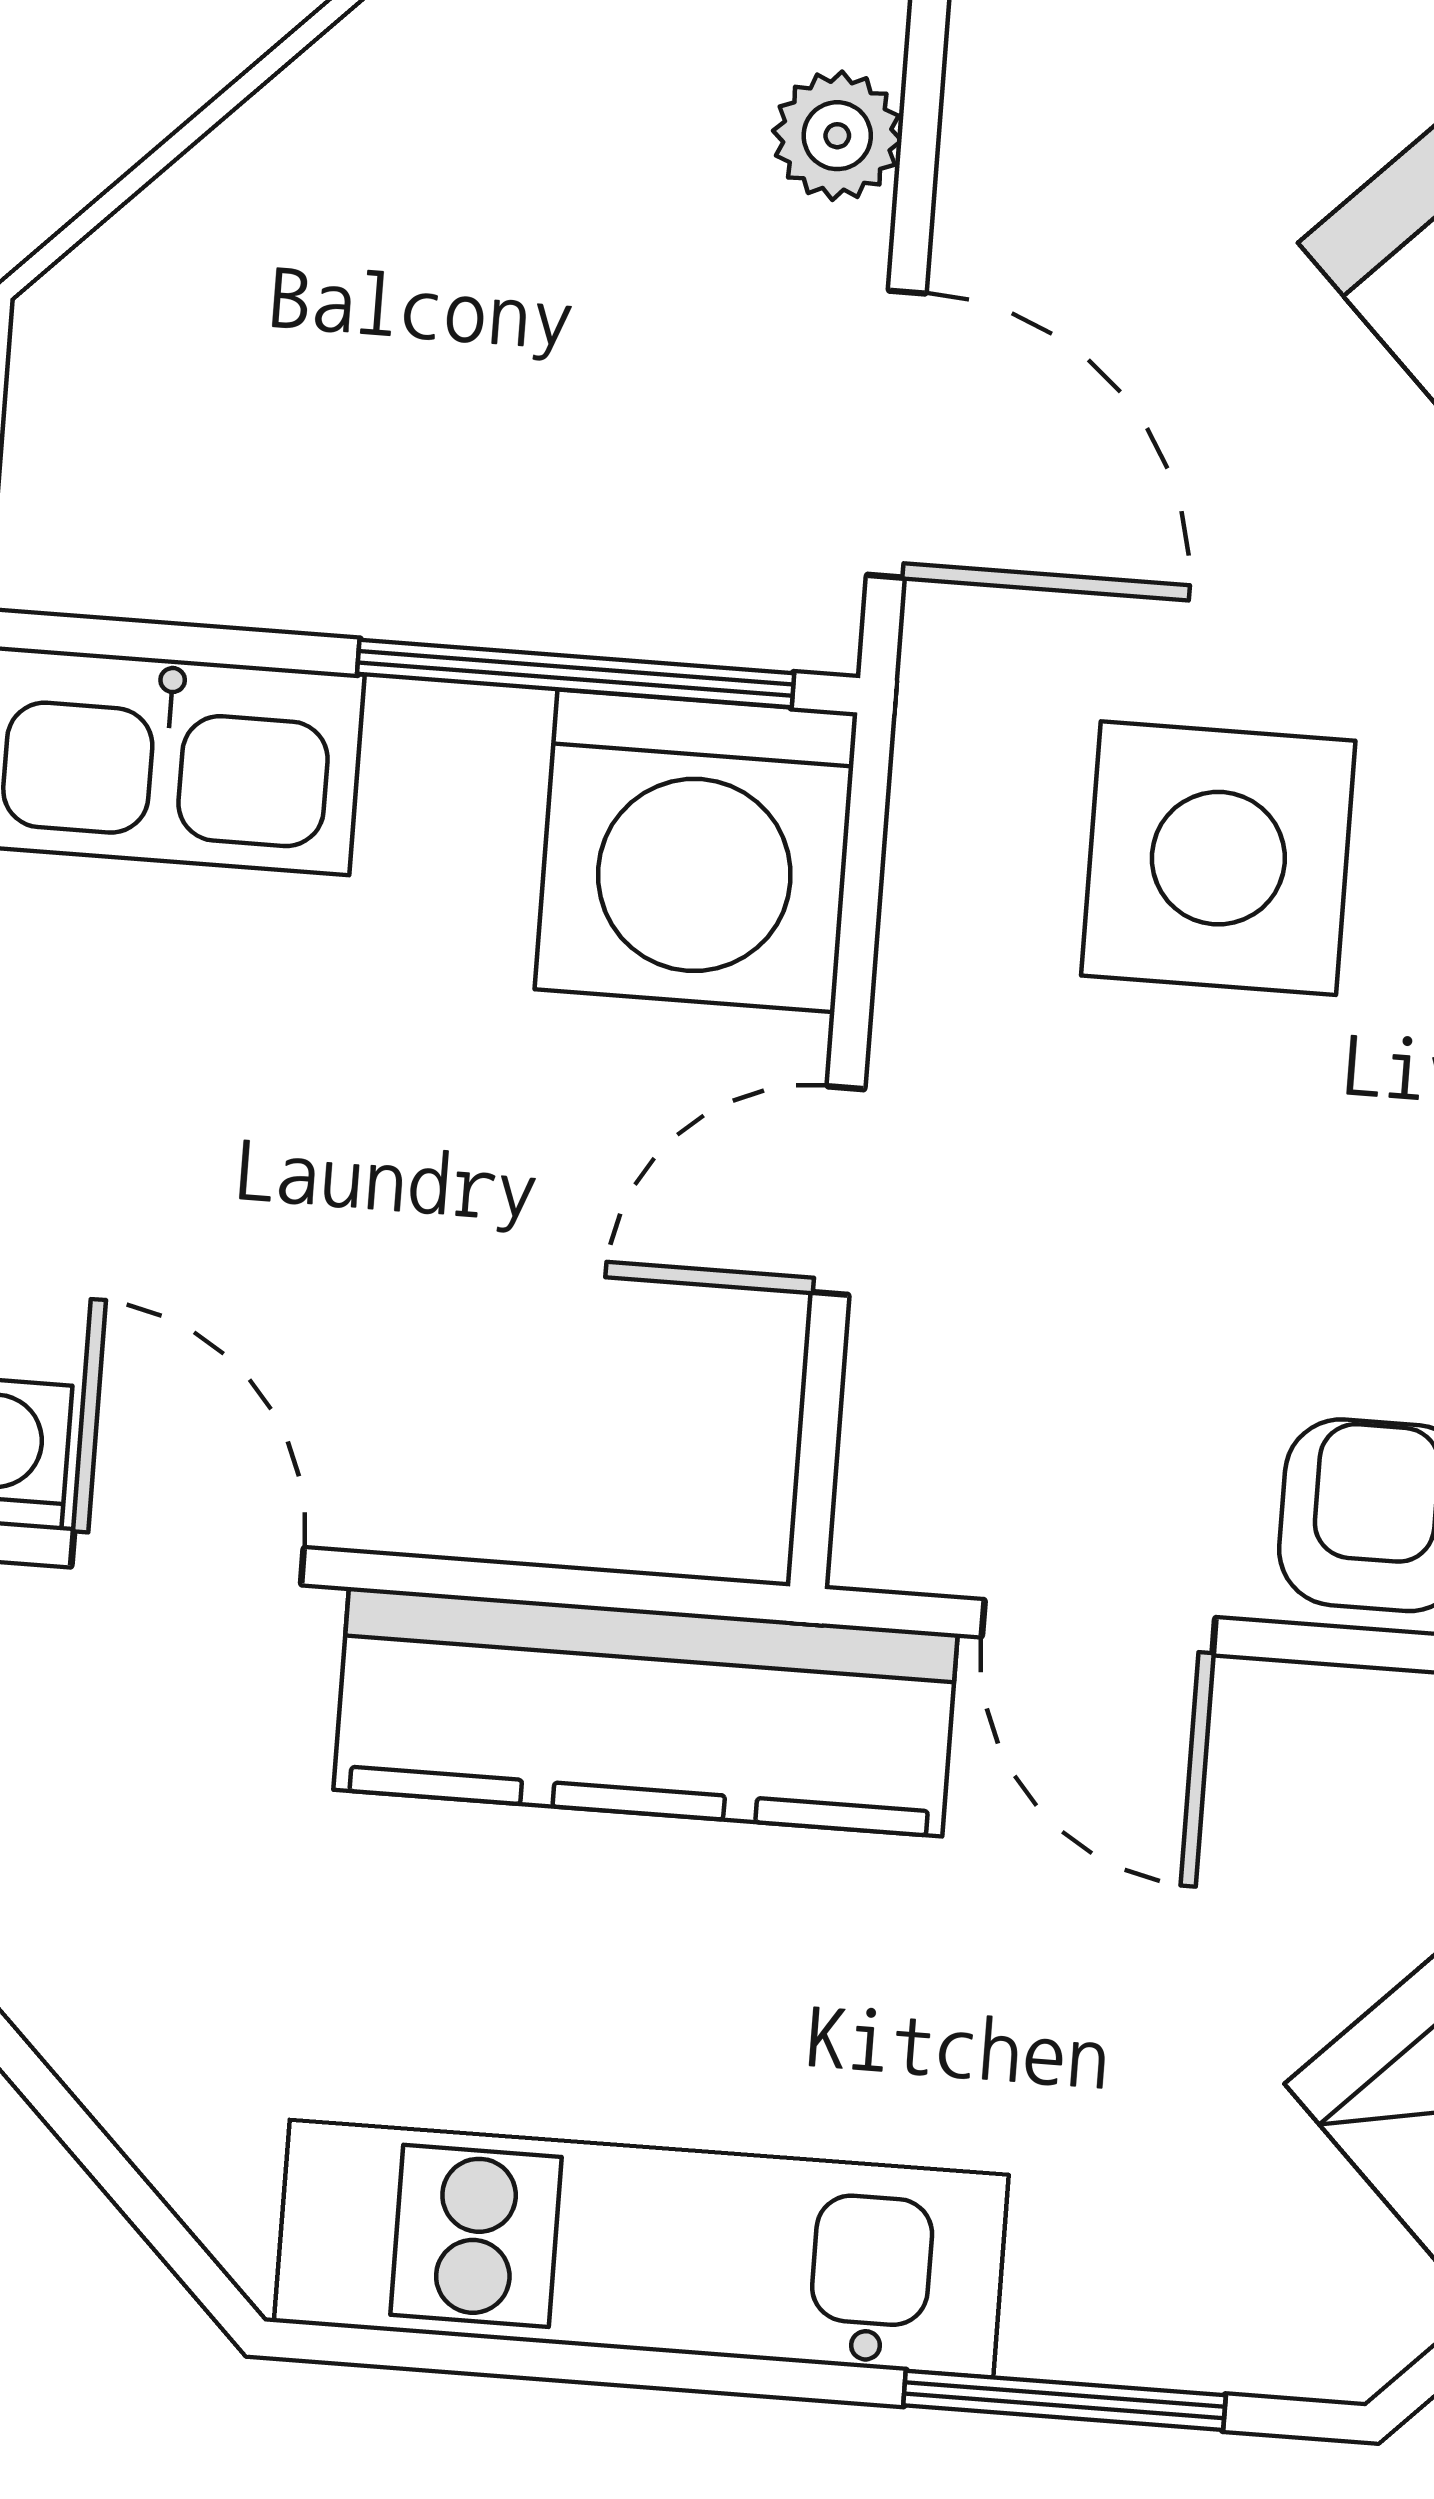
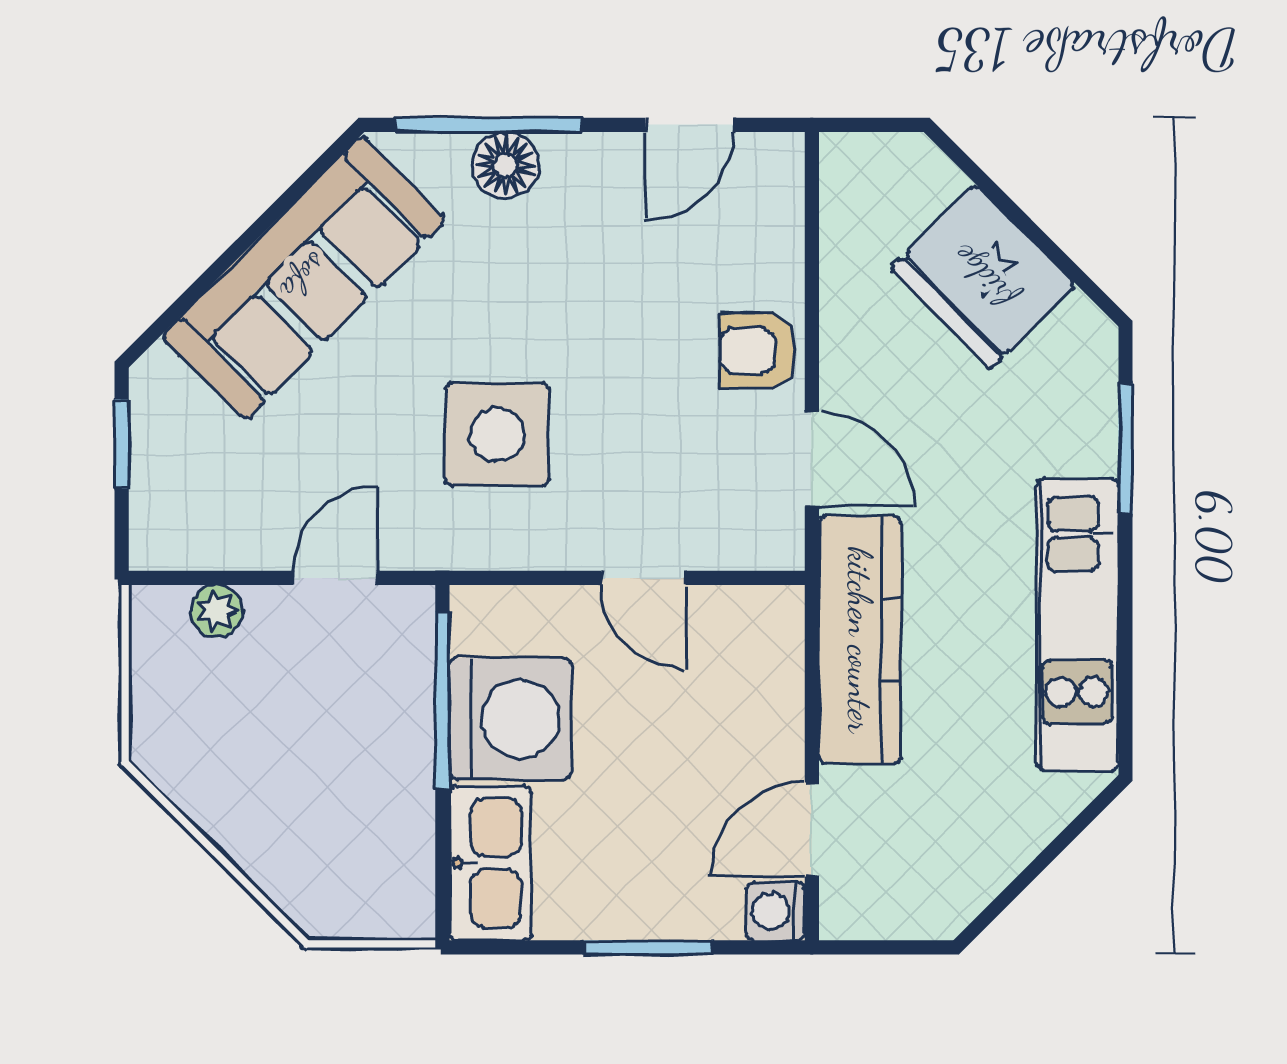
door: (896, 434) -> (336, 578), width x0.73
washing machine: (696, 851) -> (510, 719), moved
door: (1099, 1627) -> (812, 459), hinge flipped

